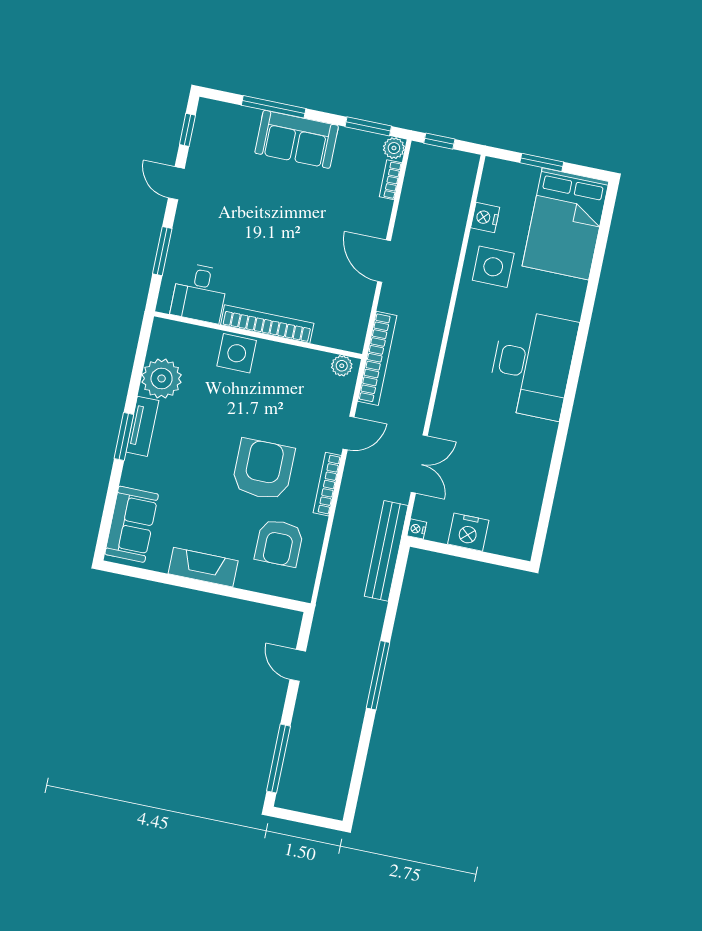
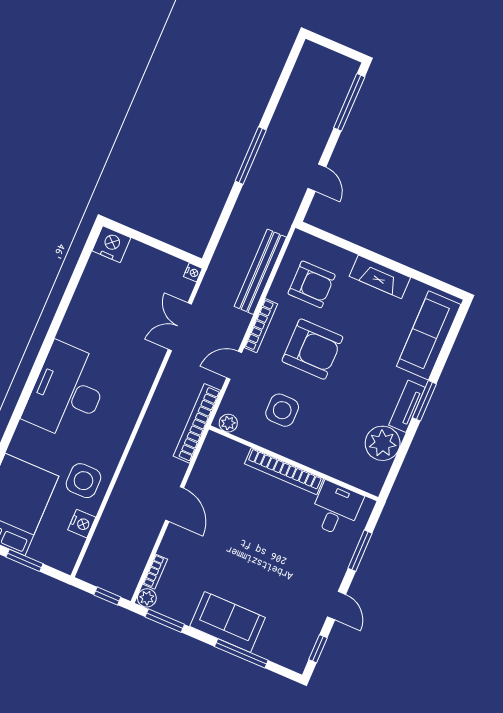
side table: (237, 353) -> (282, 410), moved
armchair: (263, 469) -> (312, 349), turned -90
sofa: (132, 524) -> (429, 335), width x1.36
nightstand: (468, 532) -> (111, 244), moved
armchair: (279, 543) -> (312, 284), turned 90
bench: (386, 551) -> (260, 272), moved

